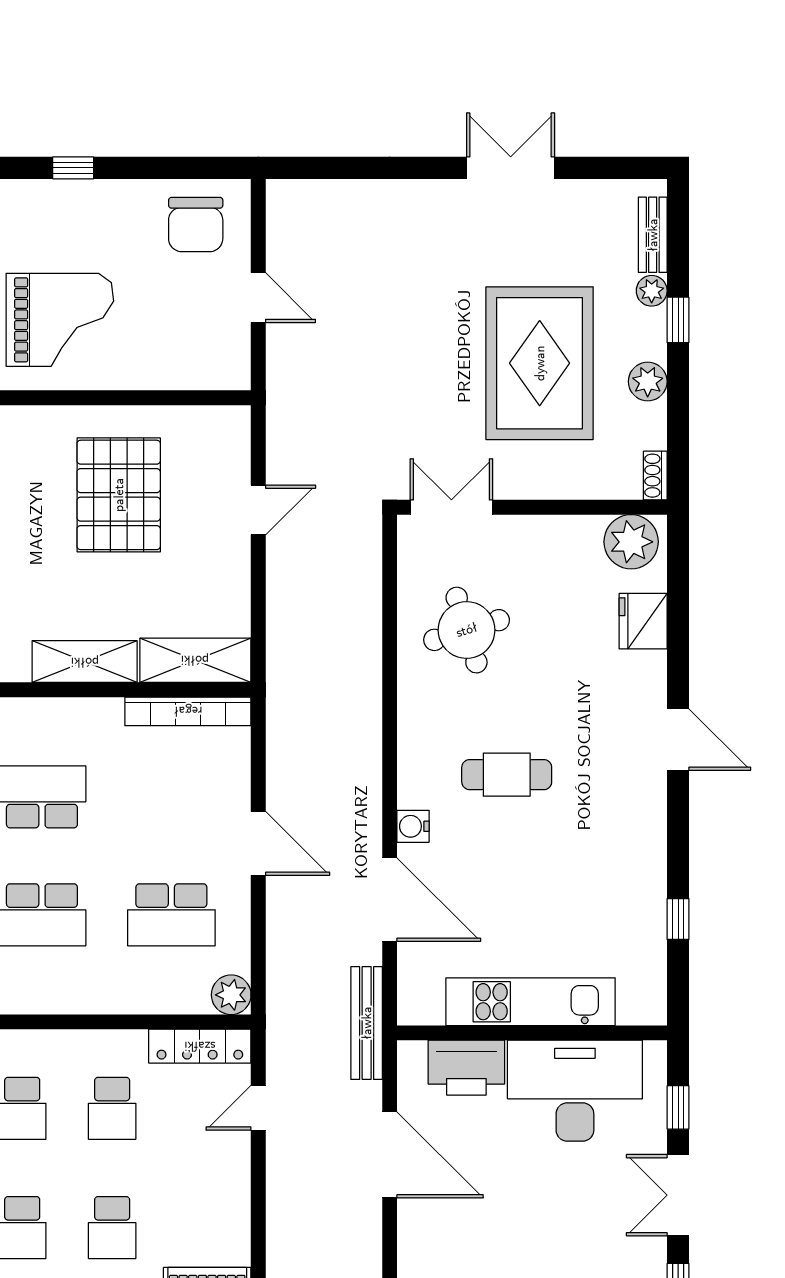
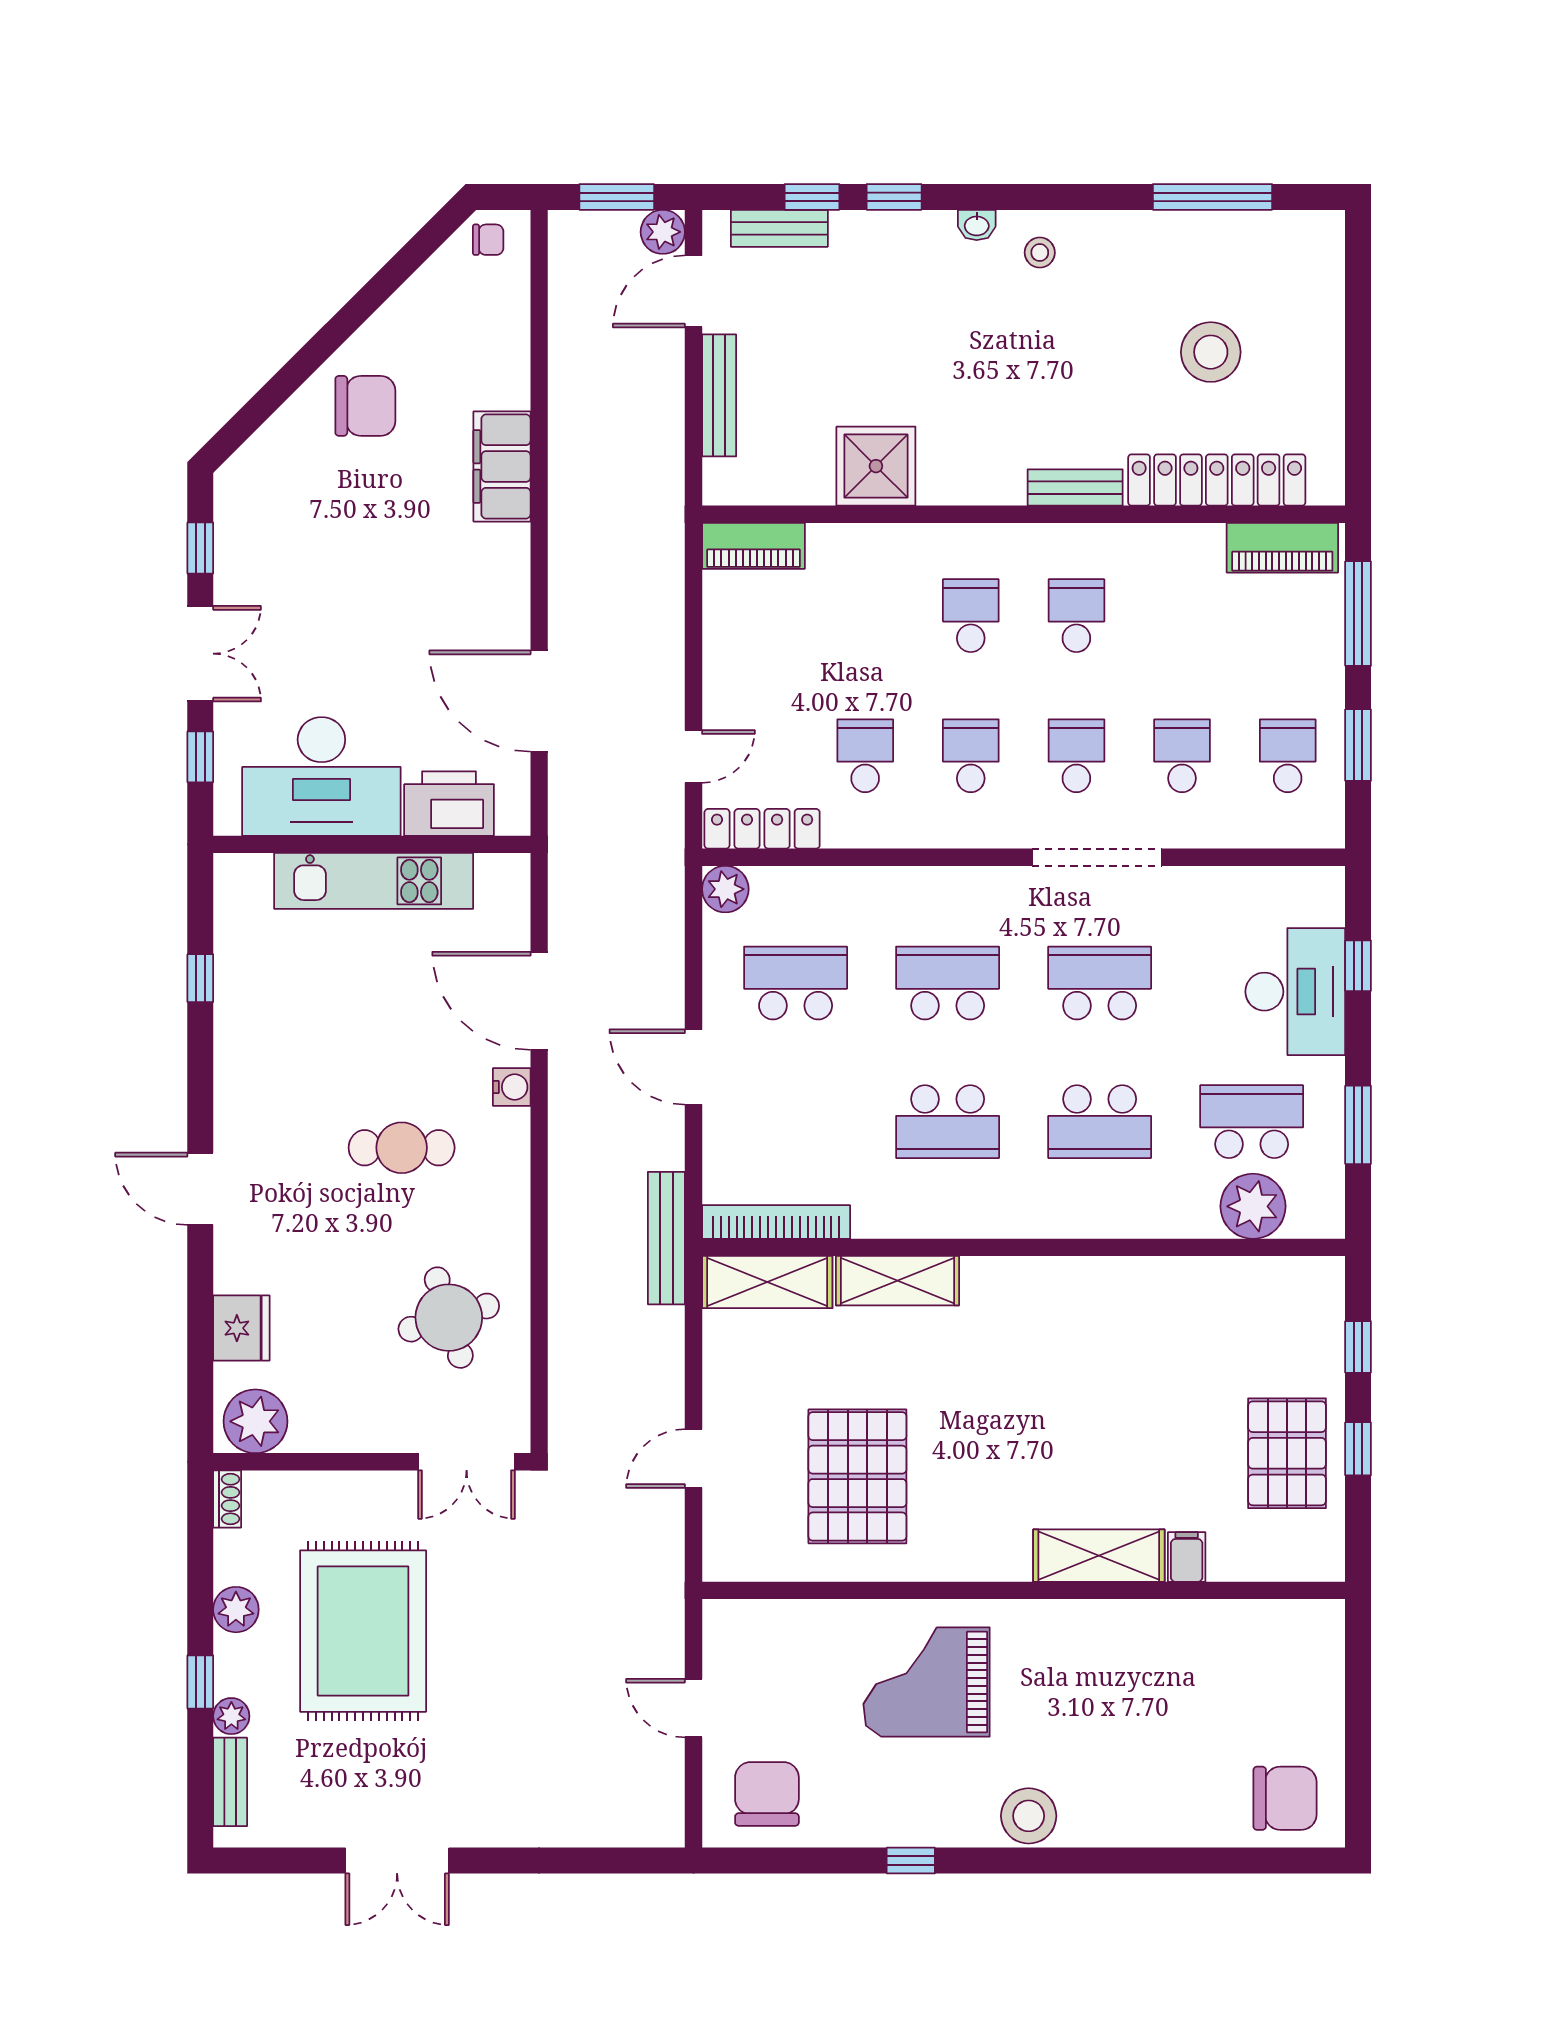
bench: (367, 1023) -> (666, 1238), moved
school desk: (112, 1228) -> (865, 616), removed

